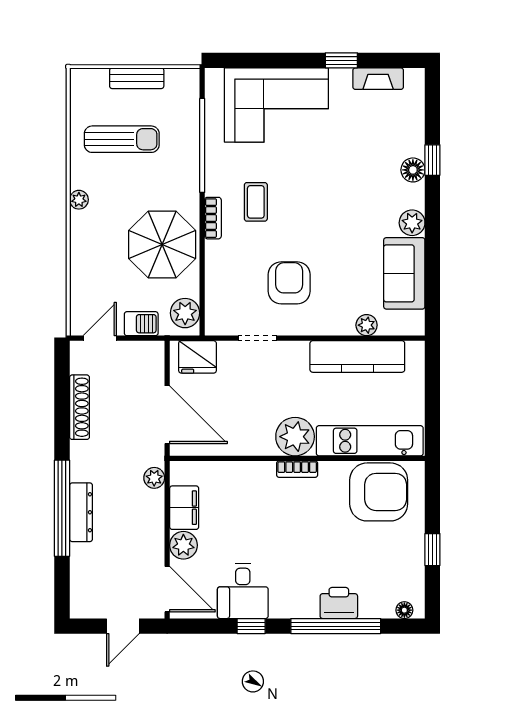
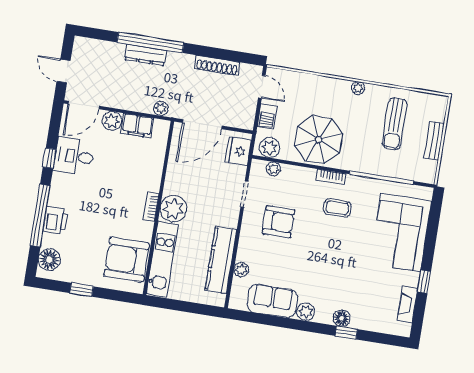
plant: (215, 302) -> (273, 169), added
armchair: (379, 492) -> (127, 259), turned 90
floor lamp: (404, 610) -> (49, 260), width x1.89, depth x1.89

